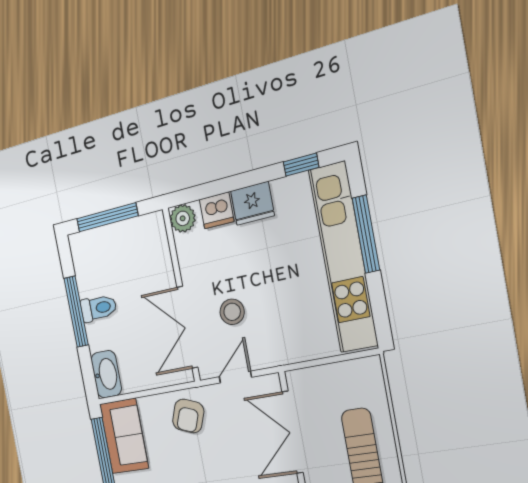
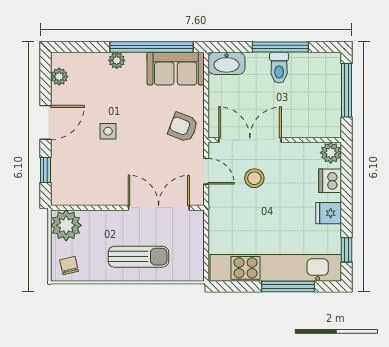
fridge: (252, 203) -> (329, 213), width x0.72

